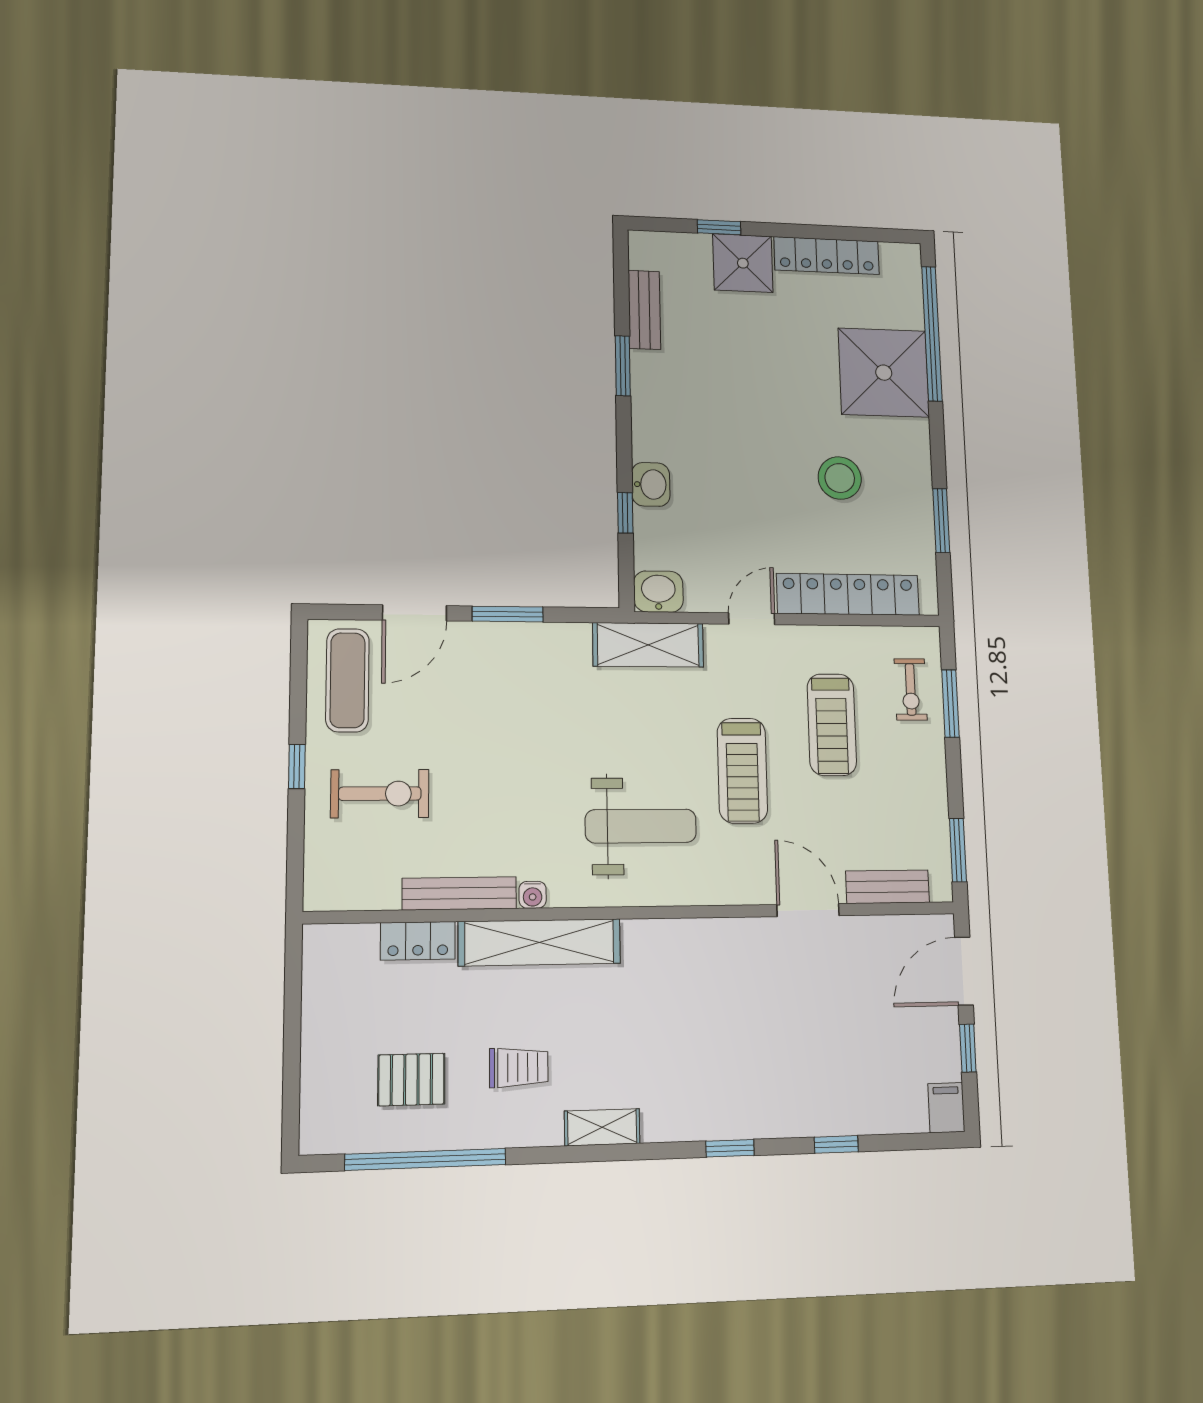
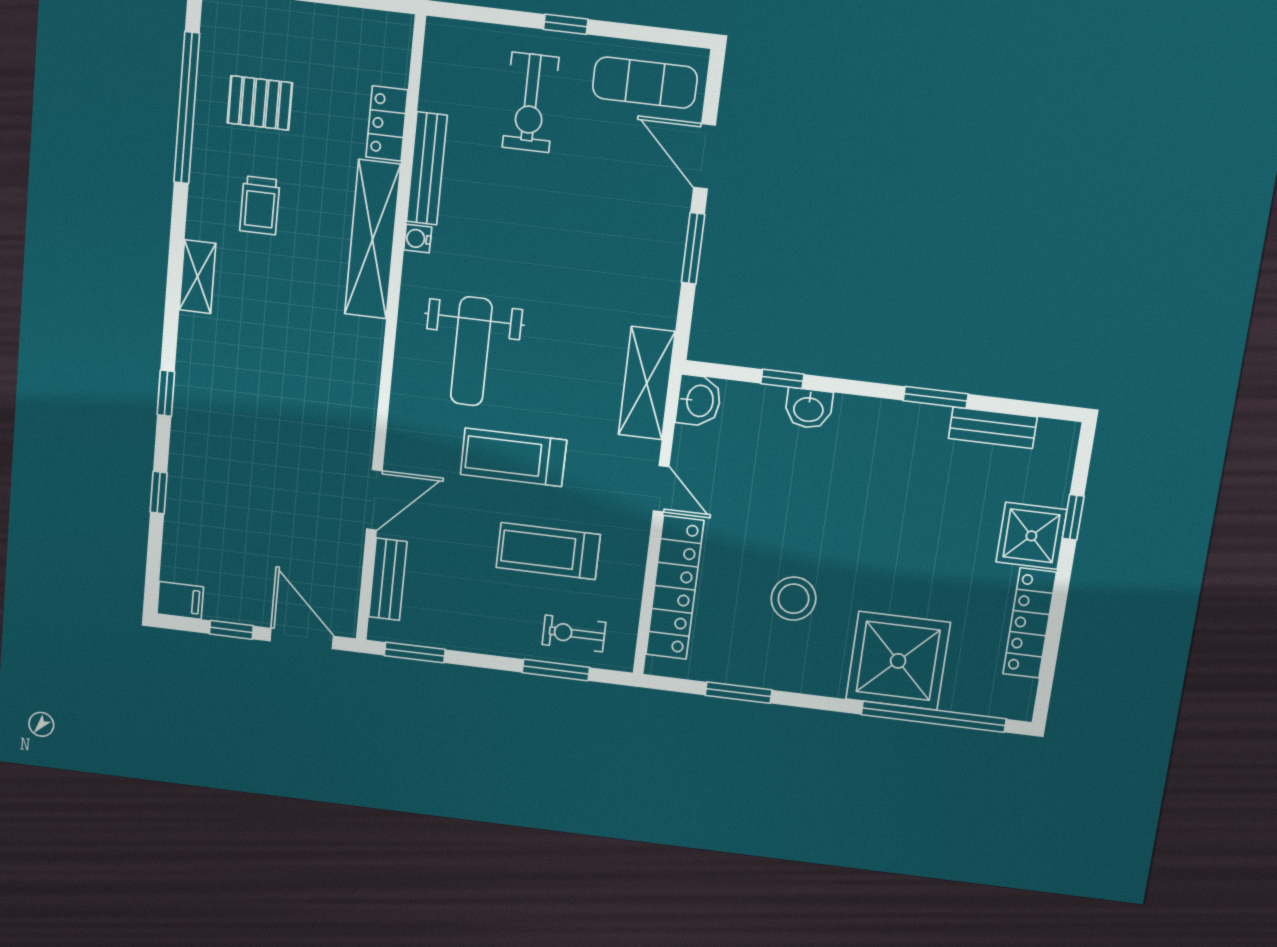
pallet: (411, 1080) -> (260, 103), turned 90

